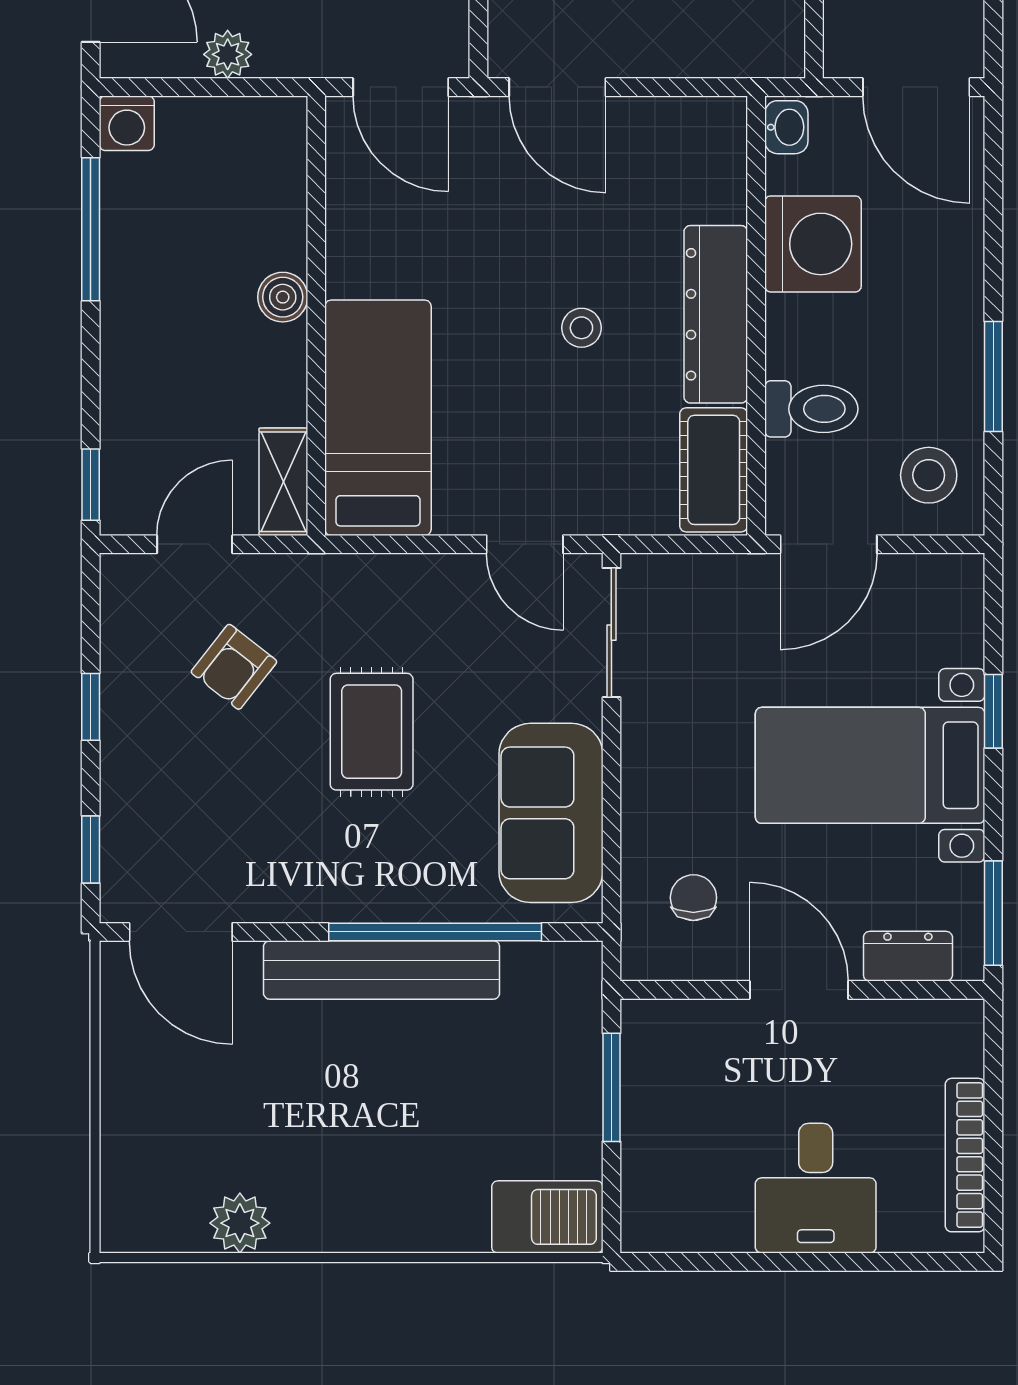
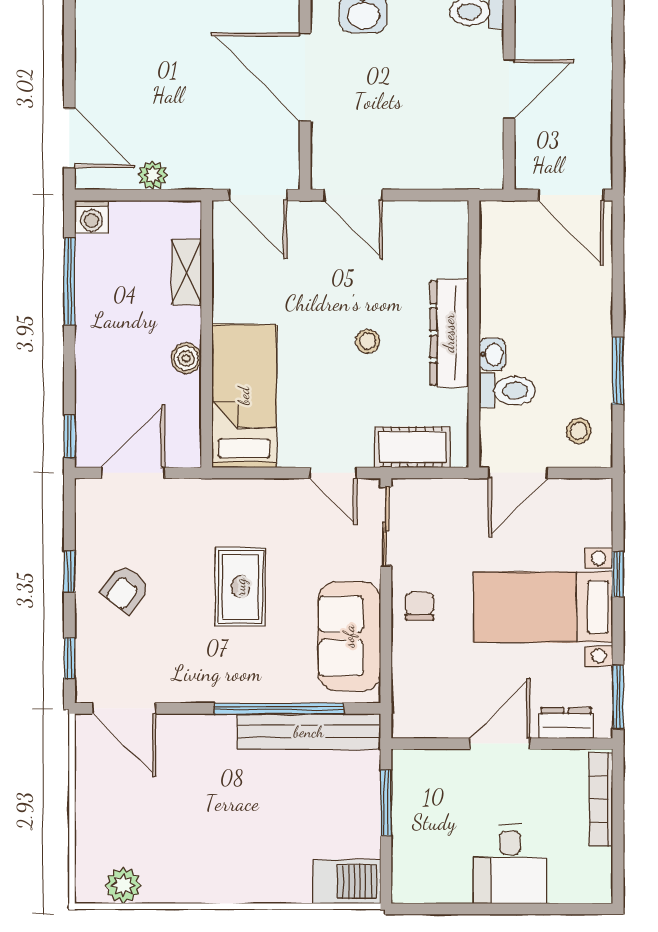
washbasin: (786, 127) -> (492, 354), moved
washing machine: (813, 244) -> (508, 290), removed
boiler: (283, 297) -> (186, 358), moved
cot: (714, 470) -> (412, 447), moved, turned 90
stool: (929, 475) -> (579, 431), width x0.73, depth x0.73
shelving: (283, 482) -> (187, 272), moved
door: (195, 544) -> (133, 473), width x1.38
armchair: (234, 667) -> (125, 589), moved
chair: (693, 898) -> (420, 606), moved
bench: (382, 970) -> (309, 732), moved
door: (799, 990) -> (500, 744), hinge flipped
bookcase: (965, 1155) -> (601, 799), moved
plant: (240, 1223) -> (123, 885), moved

